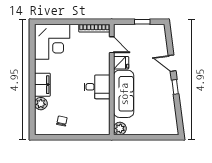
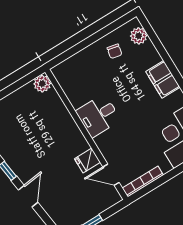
door: (172, 63) -> (28, 196), hinge flipped
sofa: (124, 94) -> (62, 126), removed
plant: (41, 104) -> (139, 36), moved

